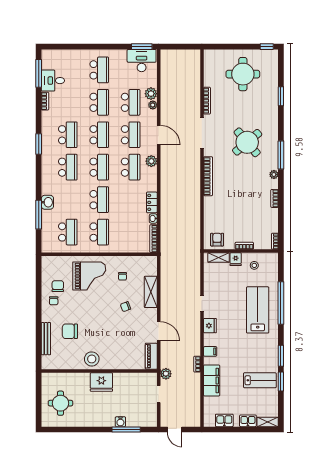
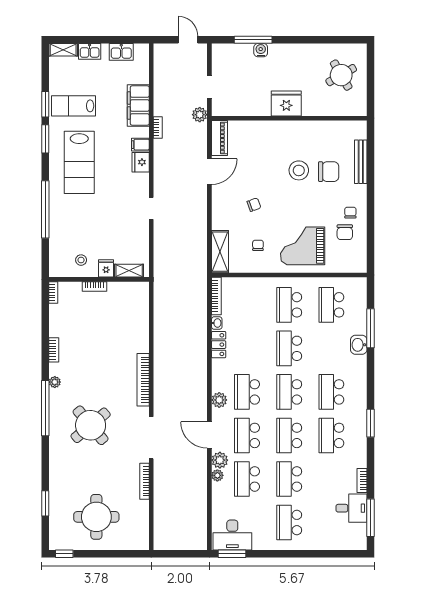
plant: (151, 94) -> (220, 460), moved
window: (281, 96) -> (45, 503), moved
window: (281, 155) -> (45, 408), width x1.46
armchair: (217, 240) -> (131, 295), removed
shelving: (151, 292) -> (220, 252), moved
lab bench: (258, 310) -> (79, 162), moved
fridge: (210, 326) -> (141, 162), moved
door: (159, 331) -> (209, 172), swing flipped
stool: (92, 359) -> (299, 170), moved
round table: (60, 403) -> (341, 75), turned -30

